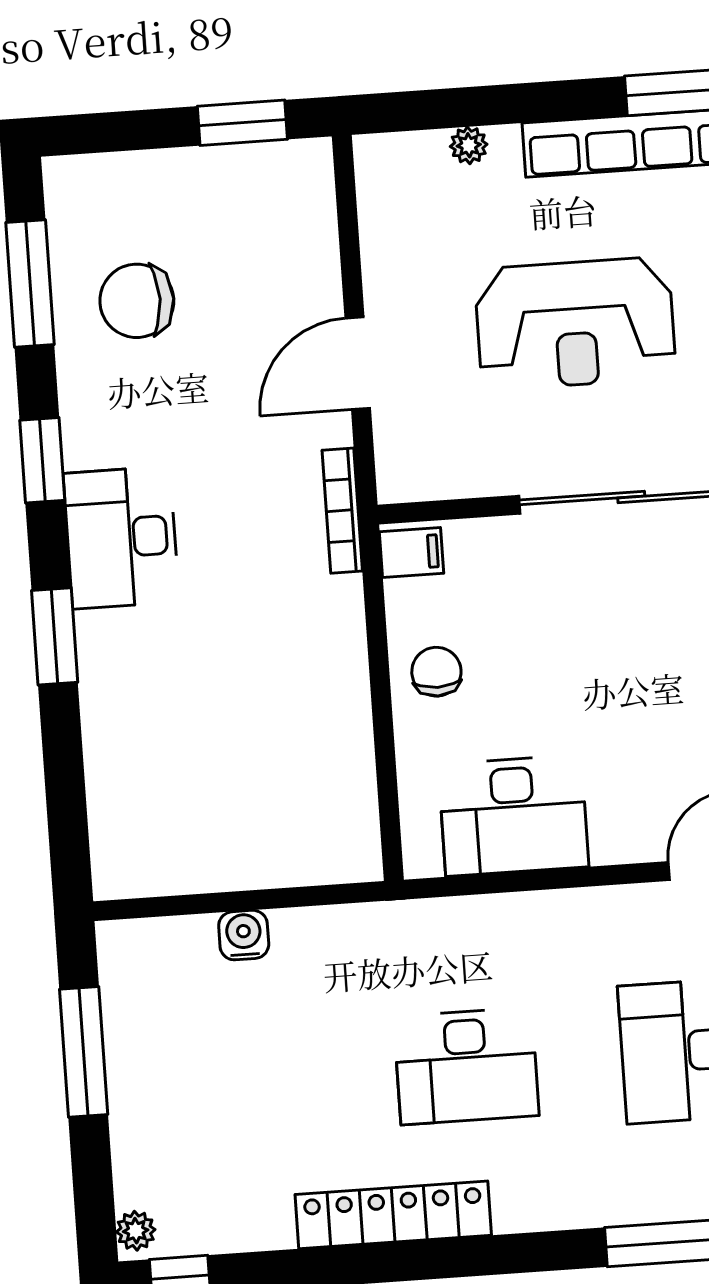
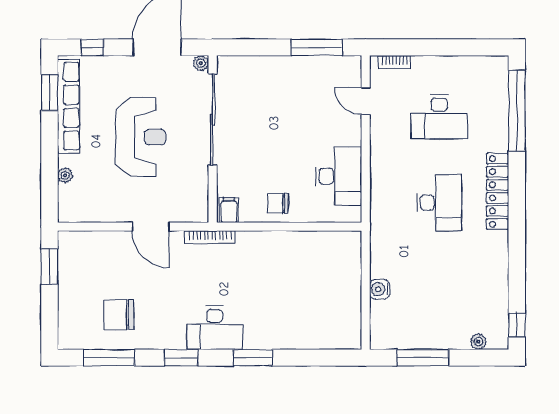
chair: (137, 301) -> (119, 315), turned 90
locker: (393, 1215) -> (498, 191), moved
plant: (136, 1231) -> (478, 342), moved

